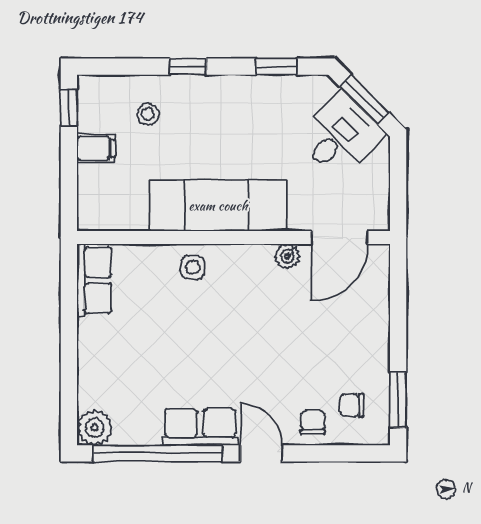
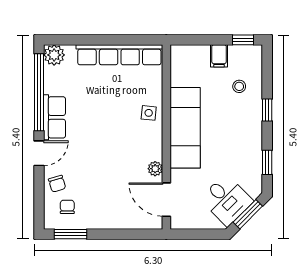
row of seats: (94, 280) -> (119, 55), width x2.02
chair: (313, 423) -> (57, 184), turned 73

